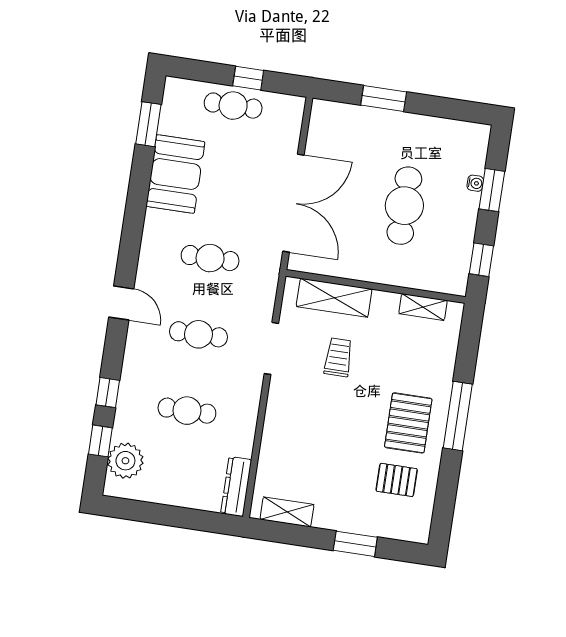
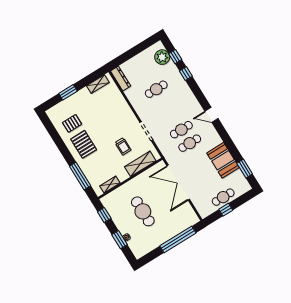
window: (384, 99) -> (178, 239), width x2.11
door: (121, 303) -> (211, 115), moved
cafe table: (199, 334) -> (181, 130), moved
window: (458, 416) -> (80, 176), moved

